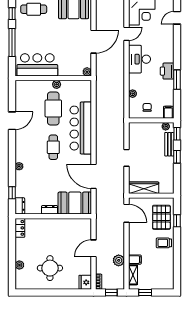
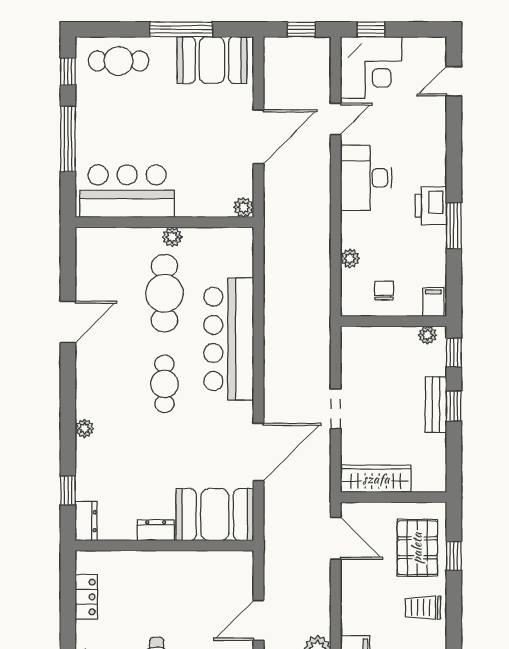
bench: (169, 144) -> (436, 405), moved
door: (93, 176) -> (258, 452), swing flipped
locker: (20, 228) -> (86, 597), moved

